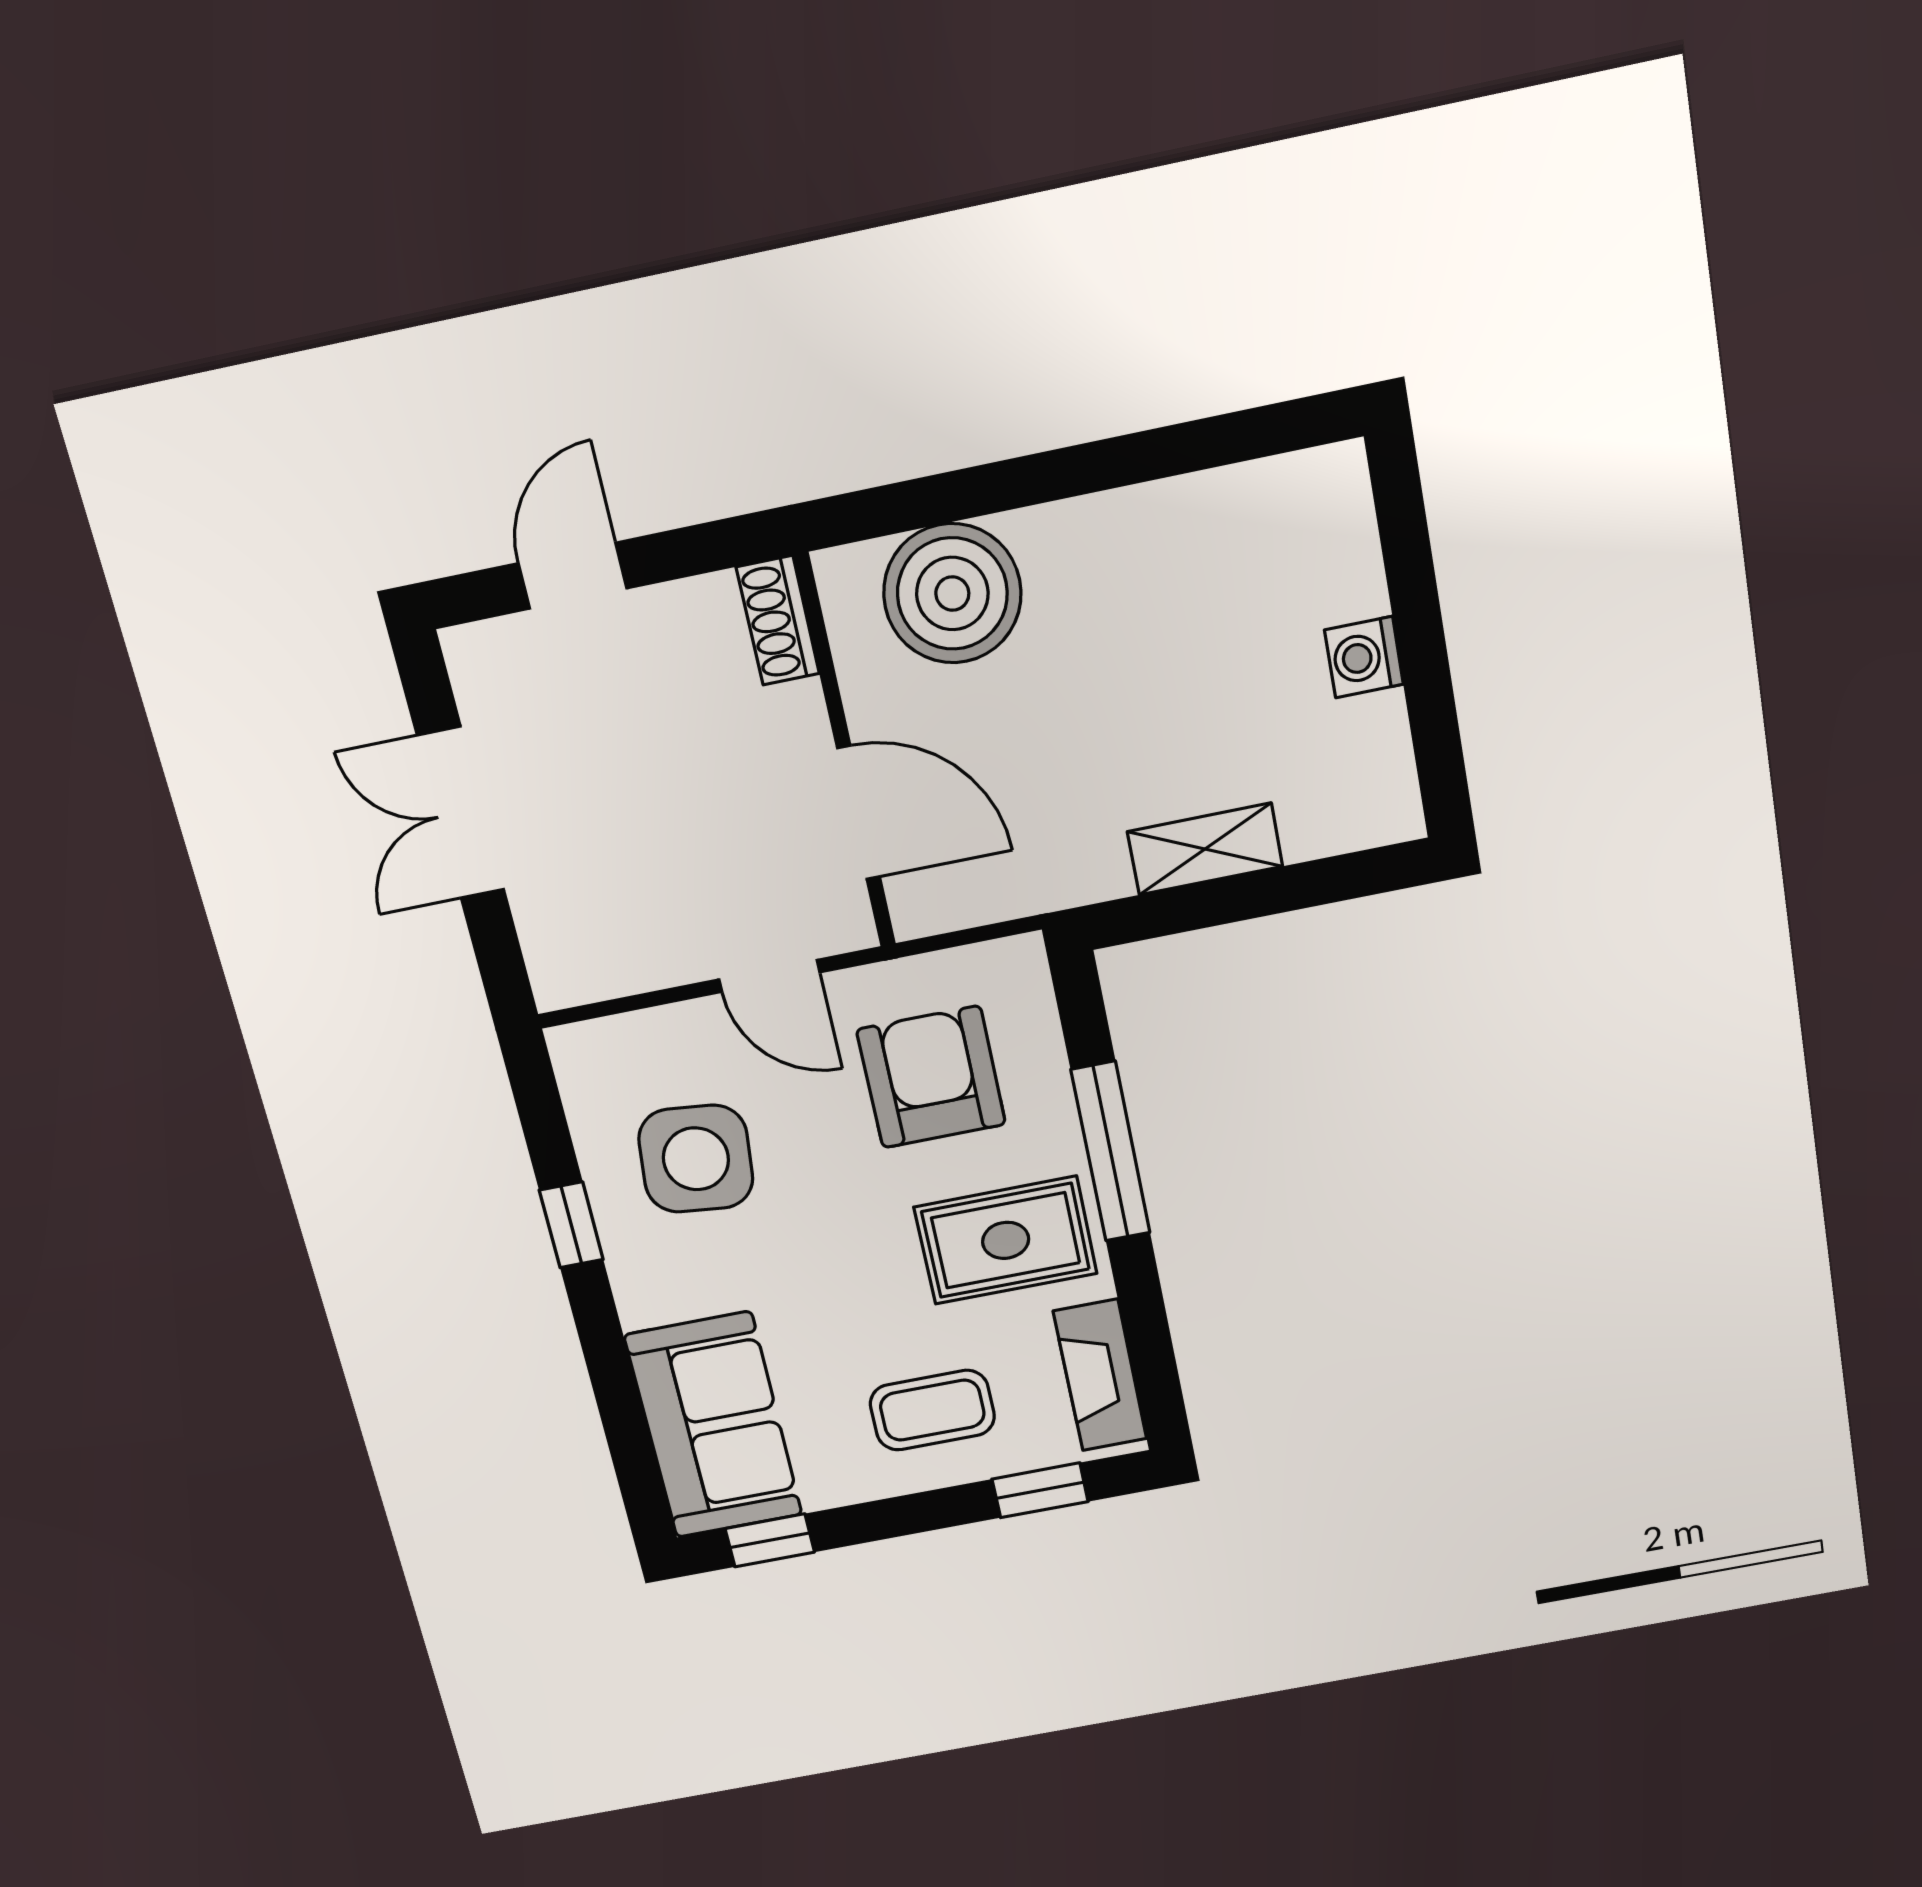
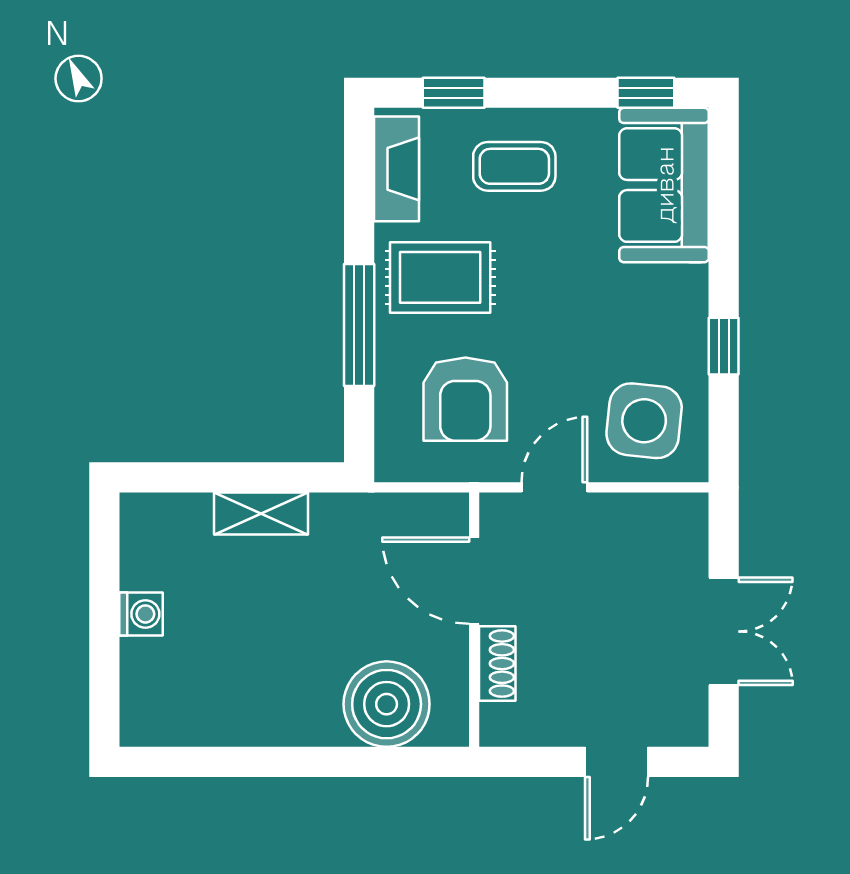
shoe rack: (778, 620) -> (497, 664), moved
door: (769, 976) -> (554, 487), hinge flipped
side table: (696, 1159) -> (644, 421), moved

